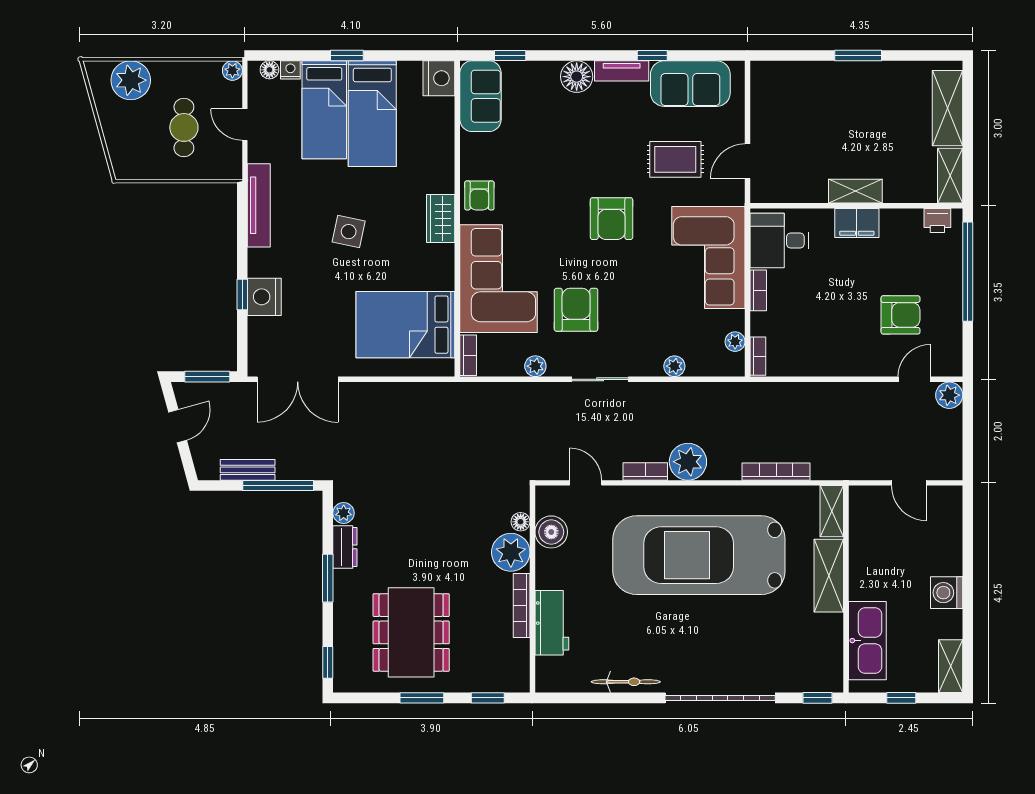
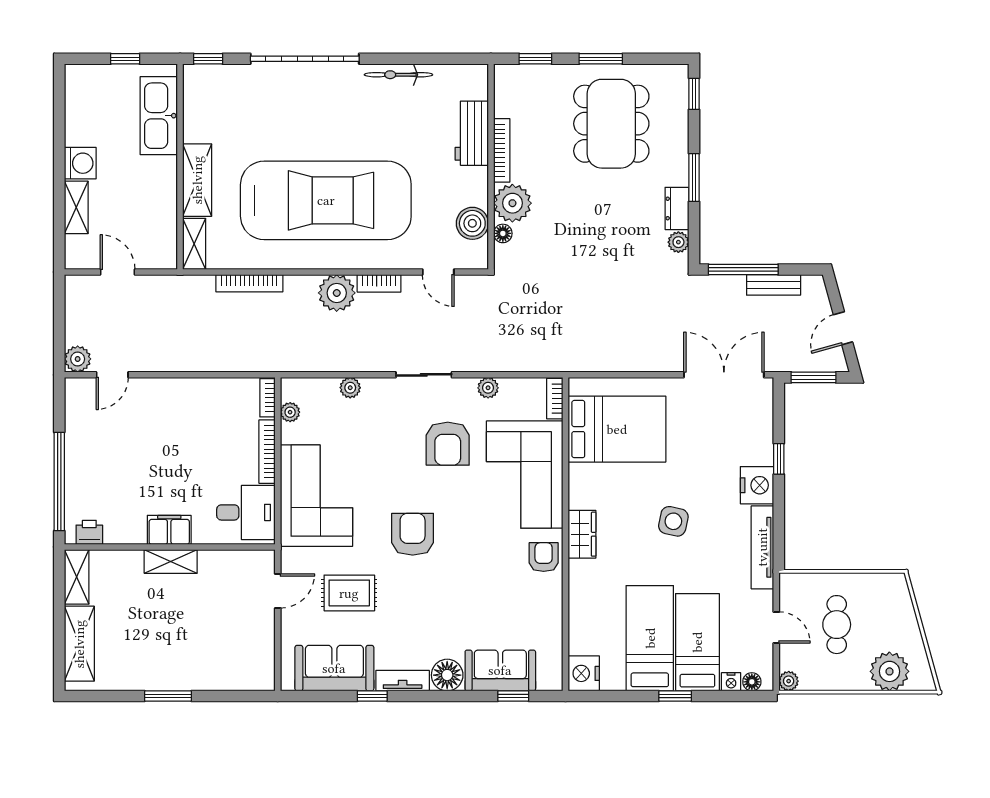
sofa: (480, 96) -> (500, 670), moved, turned 90
bookcase: (758, 290) -> (267, 452), width x1.56
nightstand: (264, 297) -> (757, 485), moved
armchair: (900, 315) -> (126, 439), removed
shelving: (951, 666) -> (76, 207), moved

